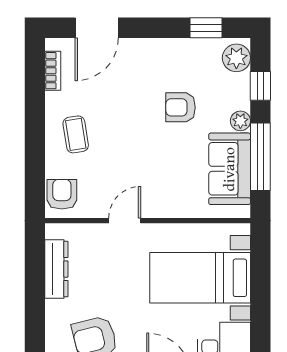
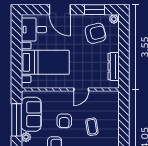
coffee table: (76, 134) -> (92, 127), moved
armchair: (62, 194) -> (64, 121), moved

